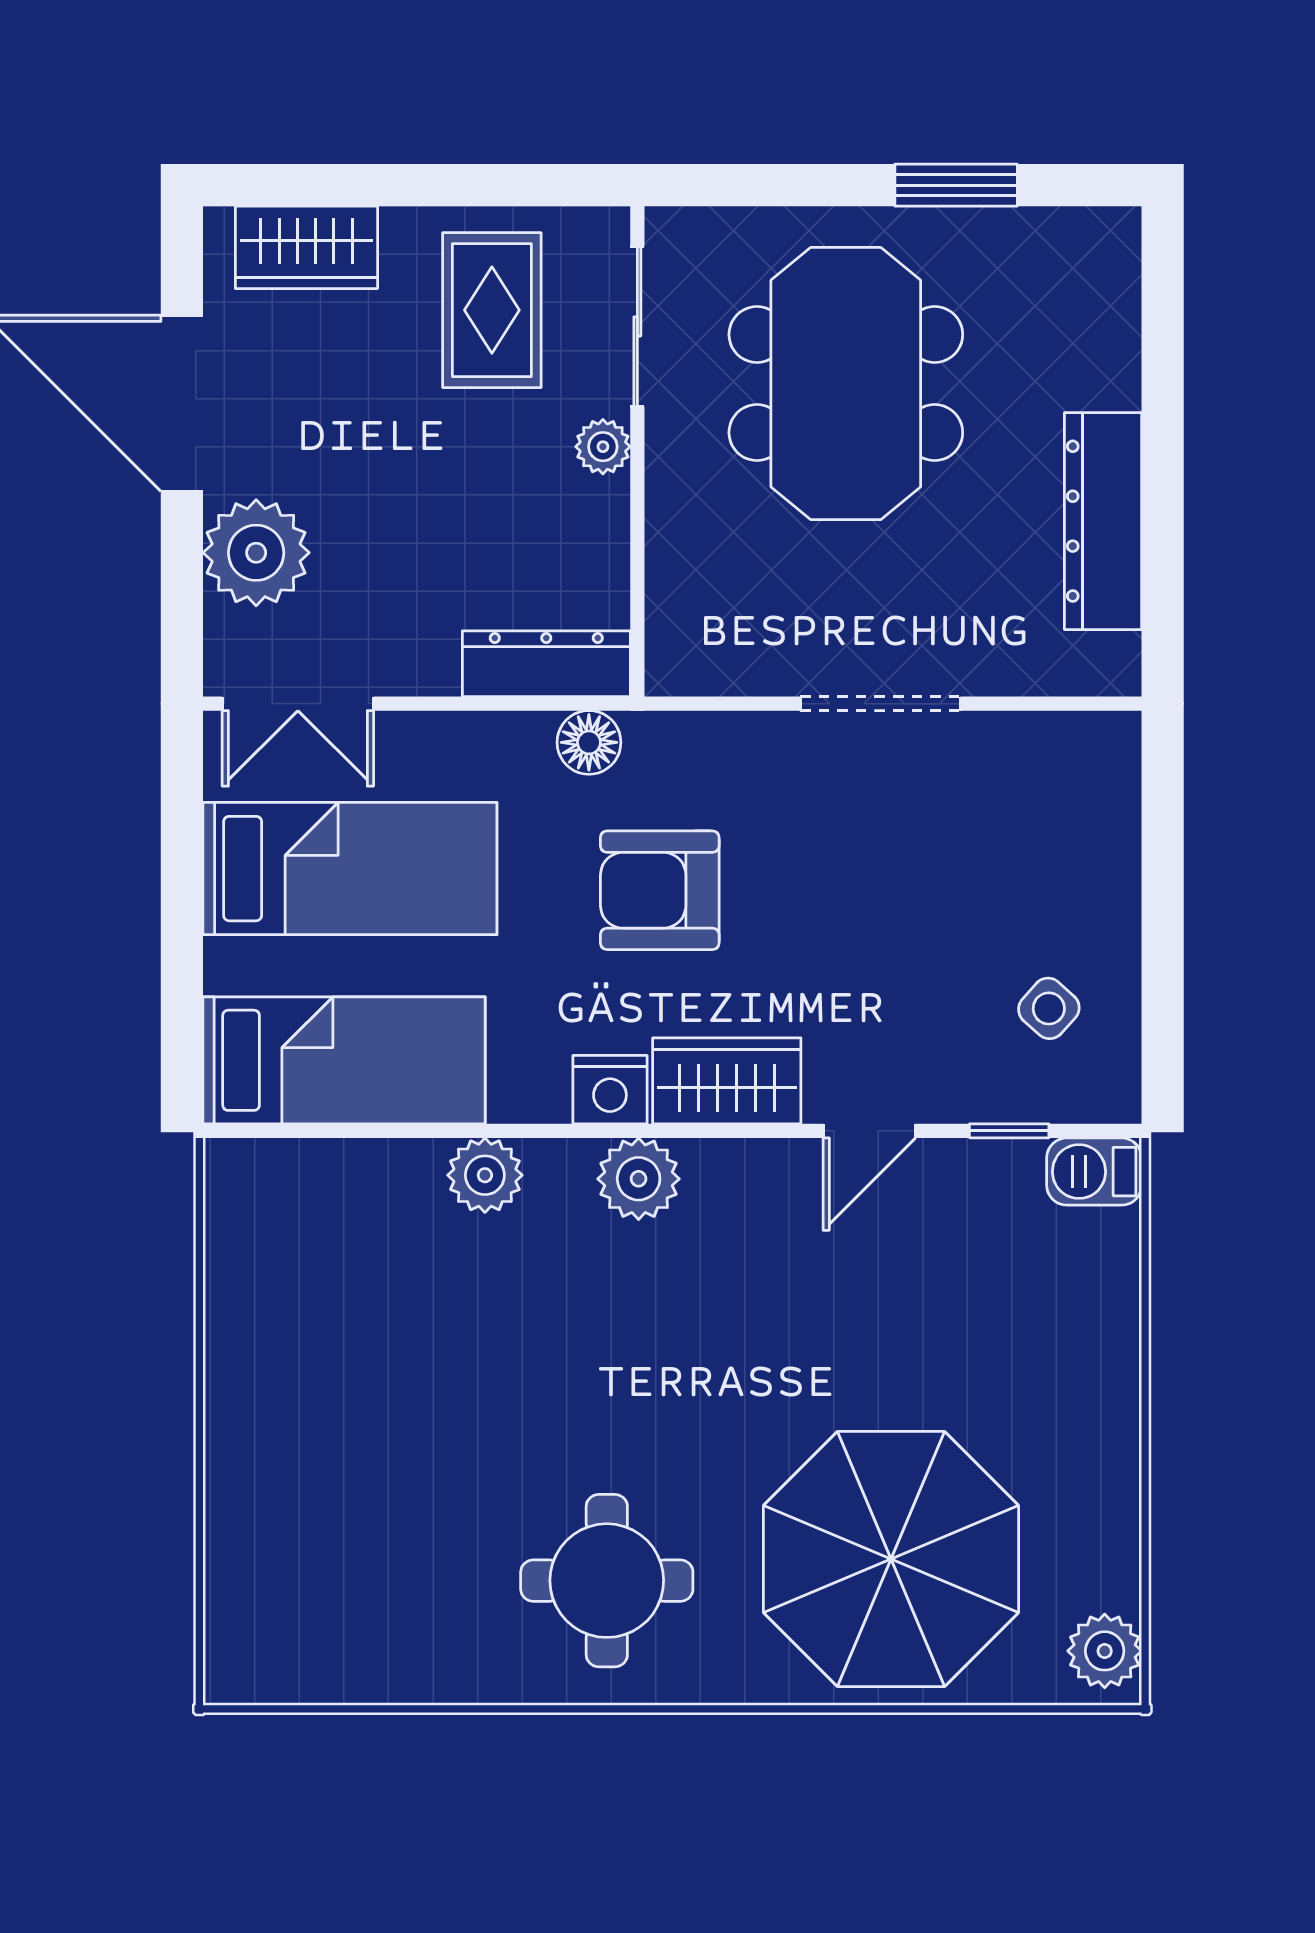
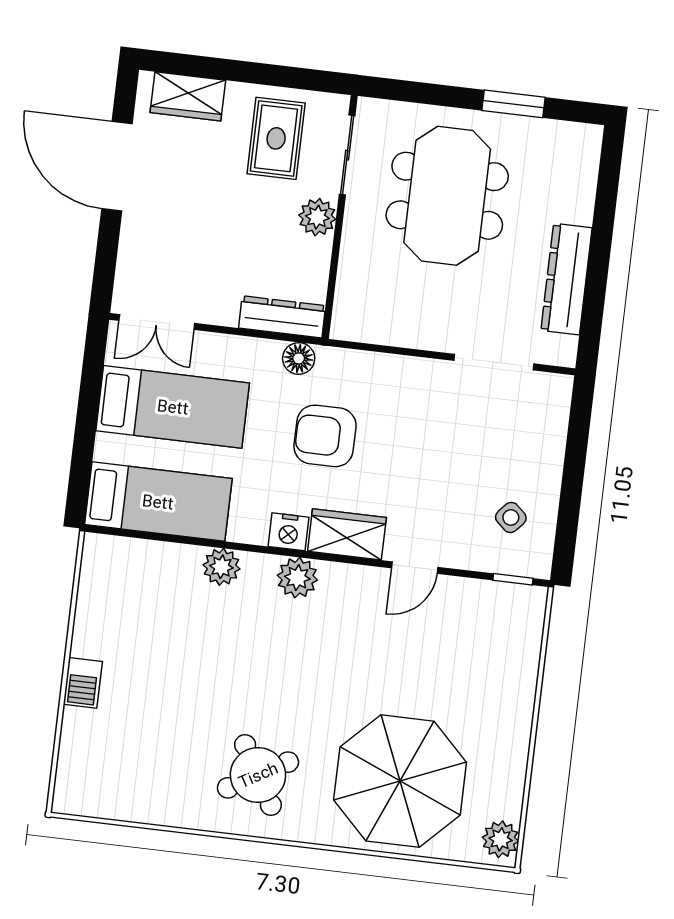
plant: (603, 447) -> (317, 217), width x1.38, depth x1.38
plant: (256, 553) -> (145, 245), removed
doorway: (880, 704) -> (494, 362), moved
window: (1009, 1131) -> (513, 579), moved
barbecue: (1094, 1172) -> (83, 683), moved, turned -90
round table: (607, 1581) -> (258, 775), turned -30

